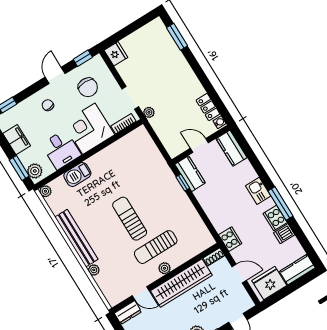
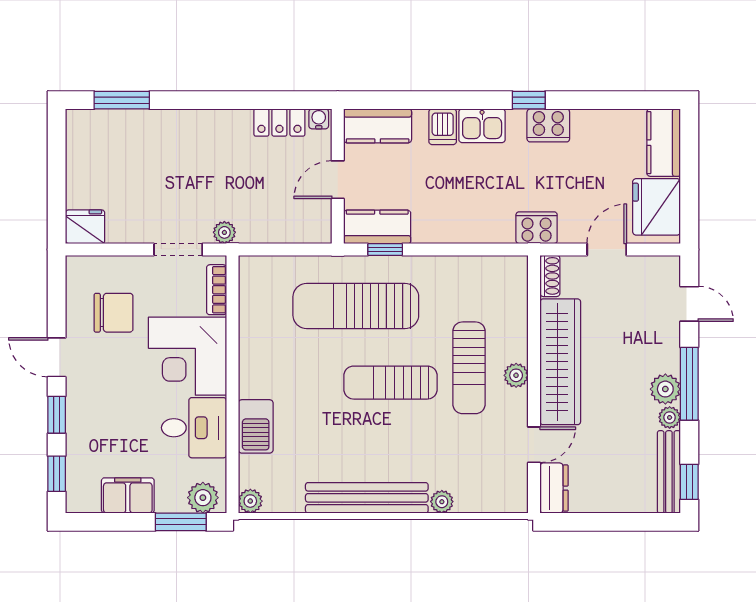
window: (83, 58) -> (57, 415), moved
chair: (48, 105) -> (101, 403), removed
sun lounger: (152, 185) -> (356, 306), added
window: (281, 203) -> (529, 100), width x0.46
dishwasher: (284, 234) -> (443, 127), moved

